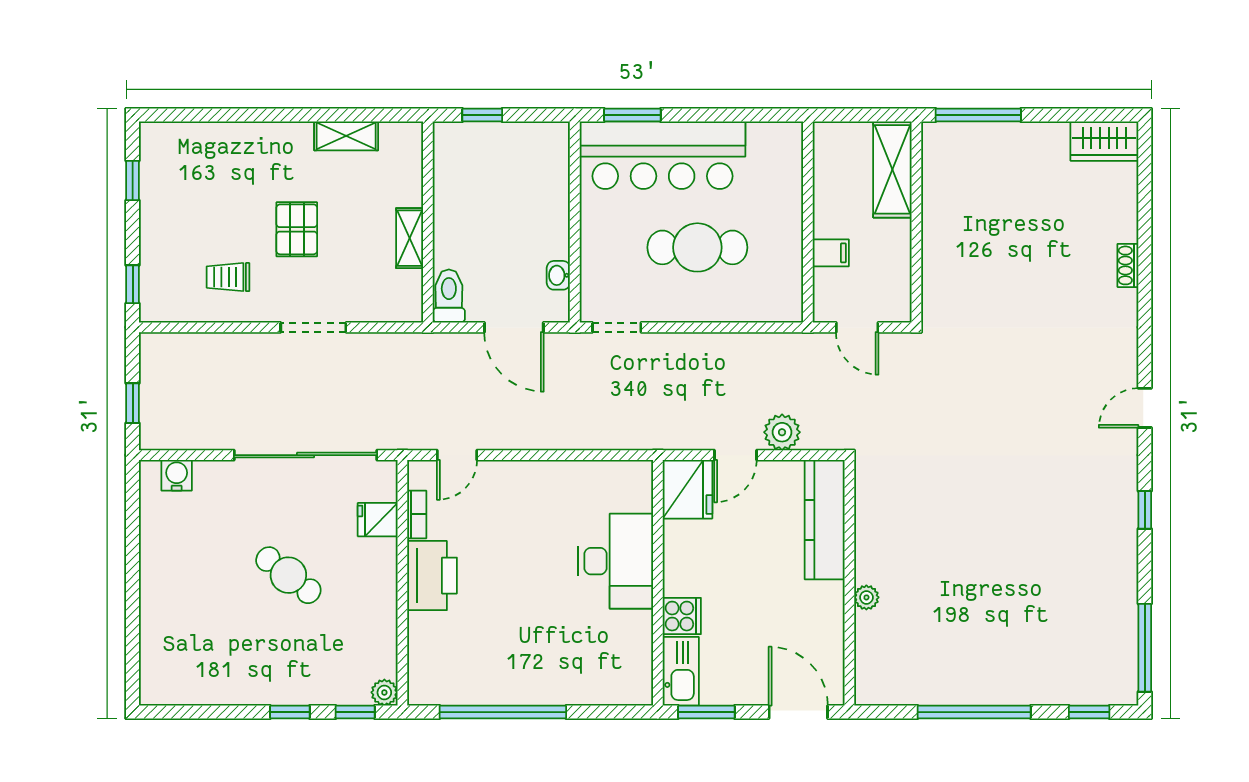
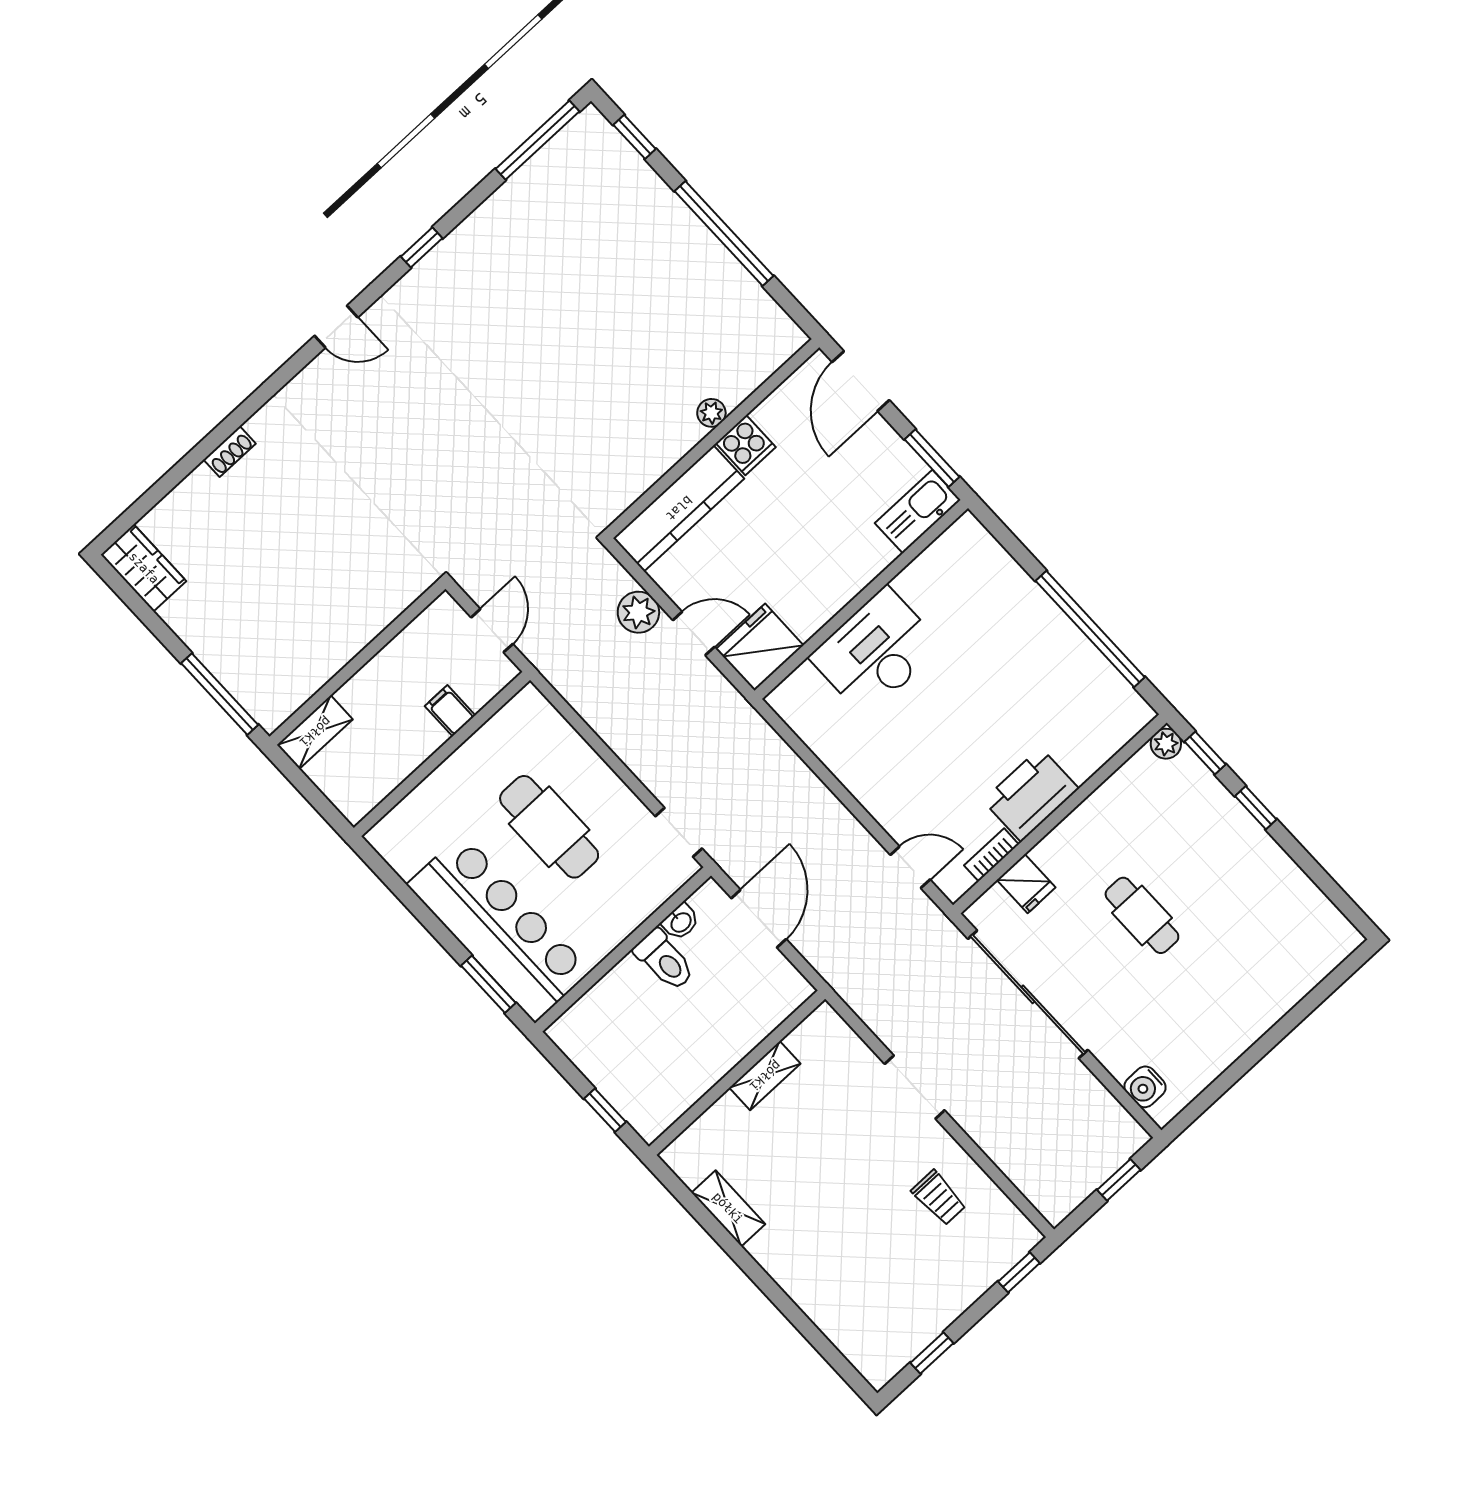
shelving: (892, 169) -> (315, 732), width x0.67, depth x0.75
pallet: (297, 229) -> (845, 1177), removed
toilet: (449, 296) -> (664, 960), moved, turned -90
cafe table: (288, 575) -> (1142, 915), turned -38
cooker: (682, 616) -> (746, 445), moved, turned 180

